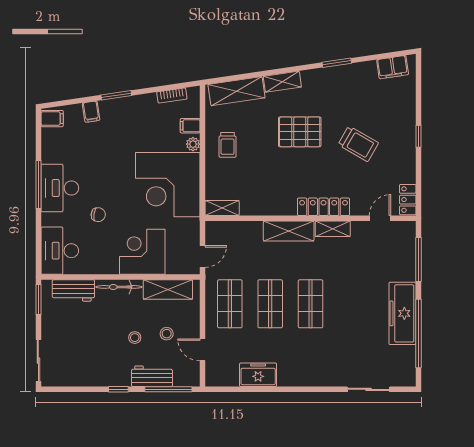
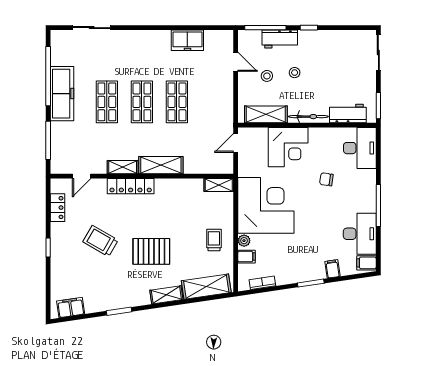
desk: (60, 188) -> (360, 234), moved
locker: (408, 200) -> (57, 208), moved
shop shelf: (230, 304) -> (107, 102), moved

